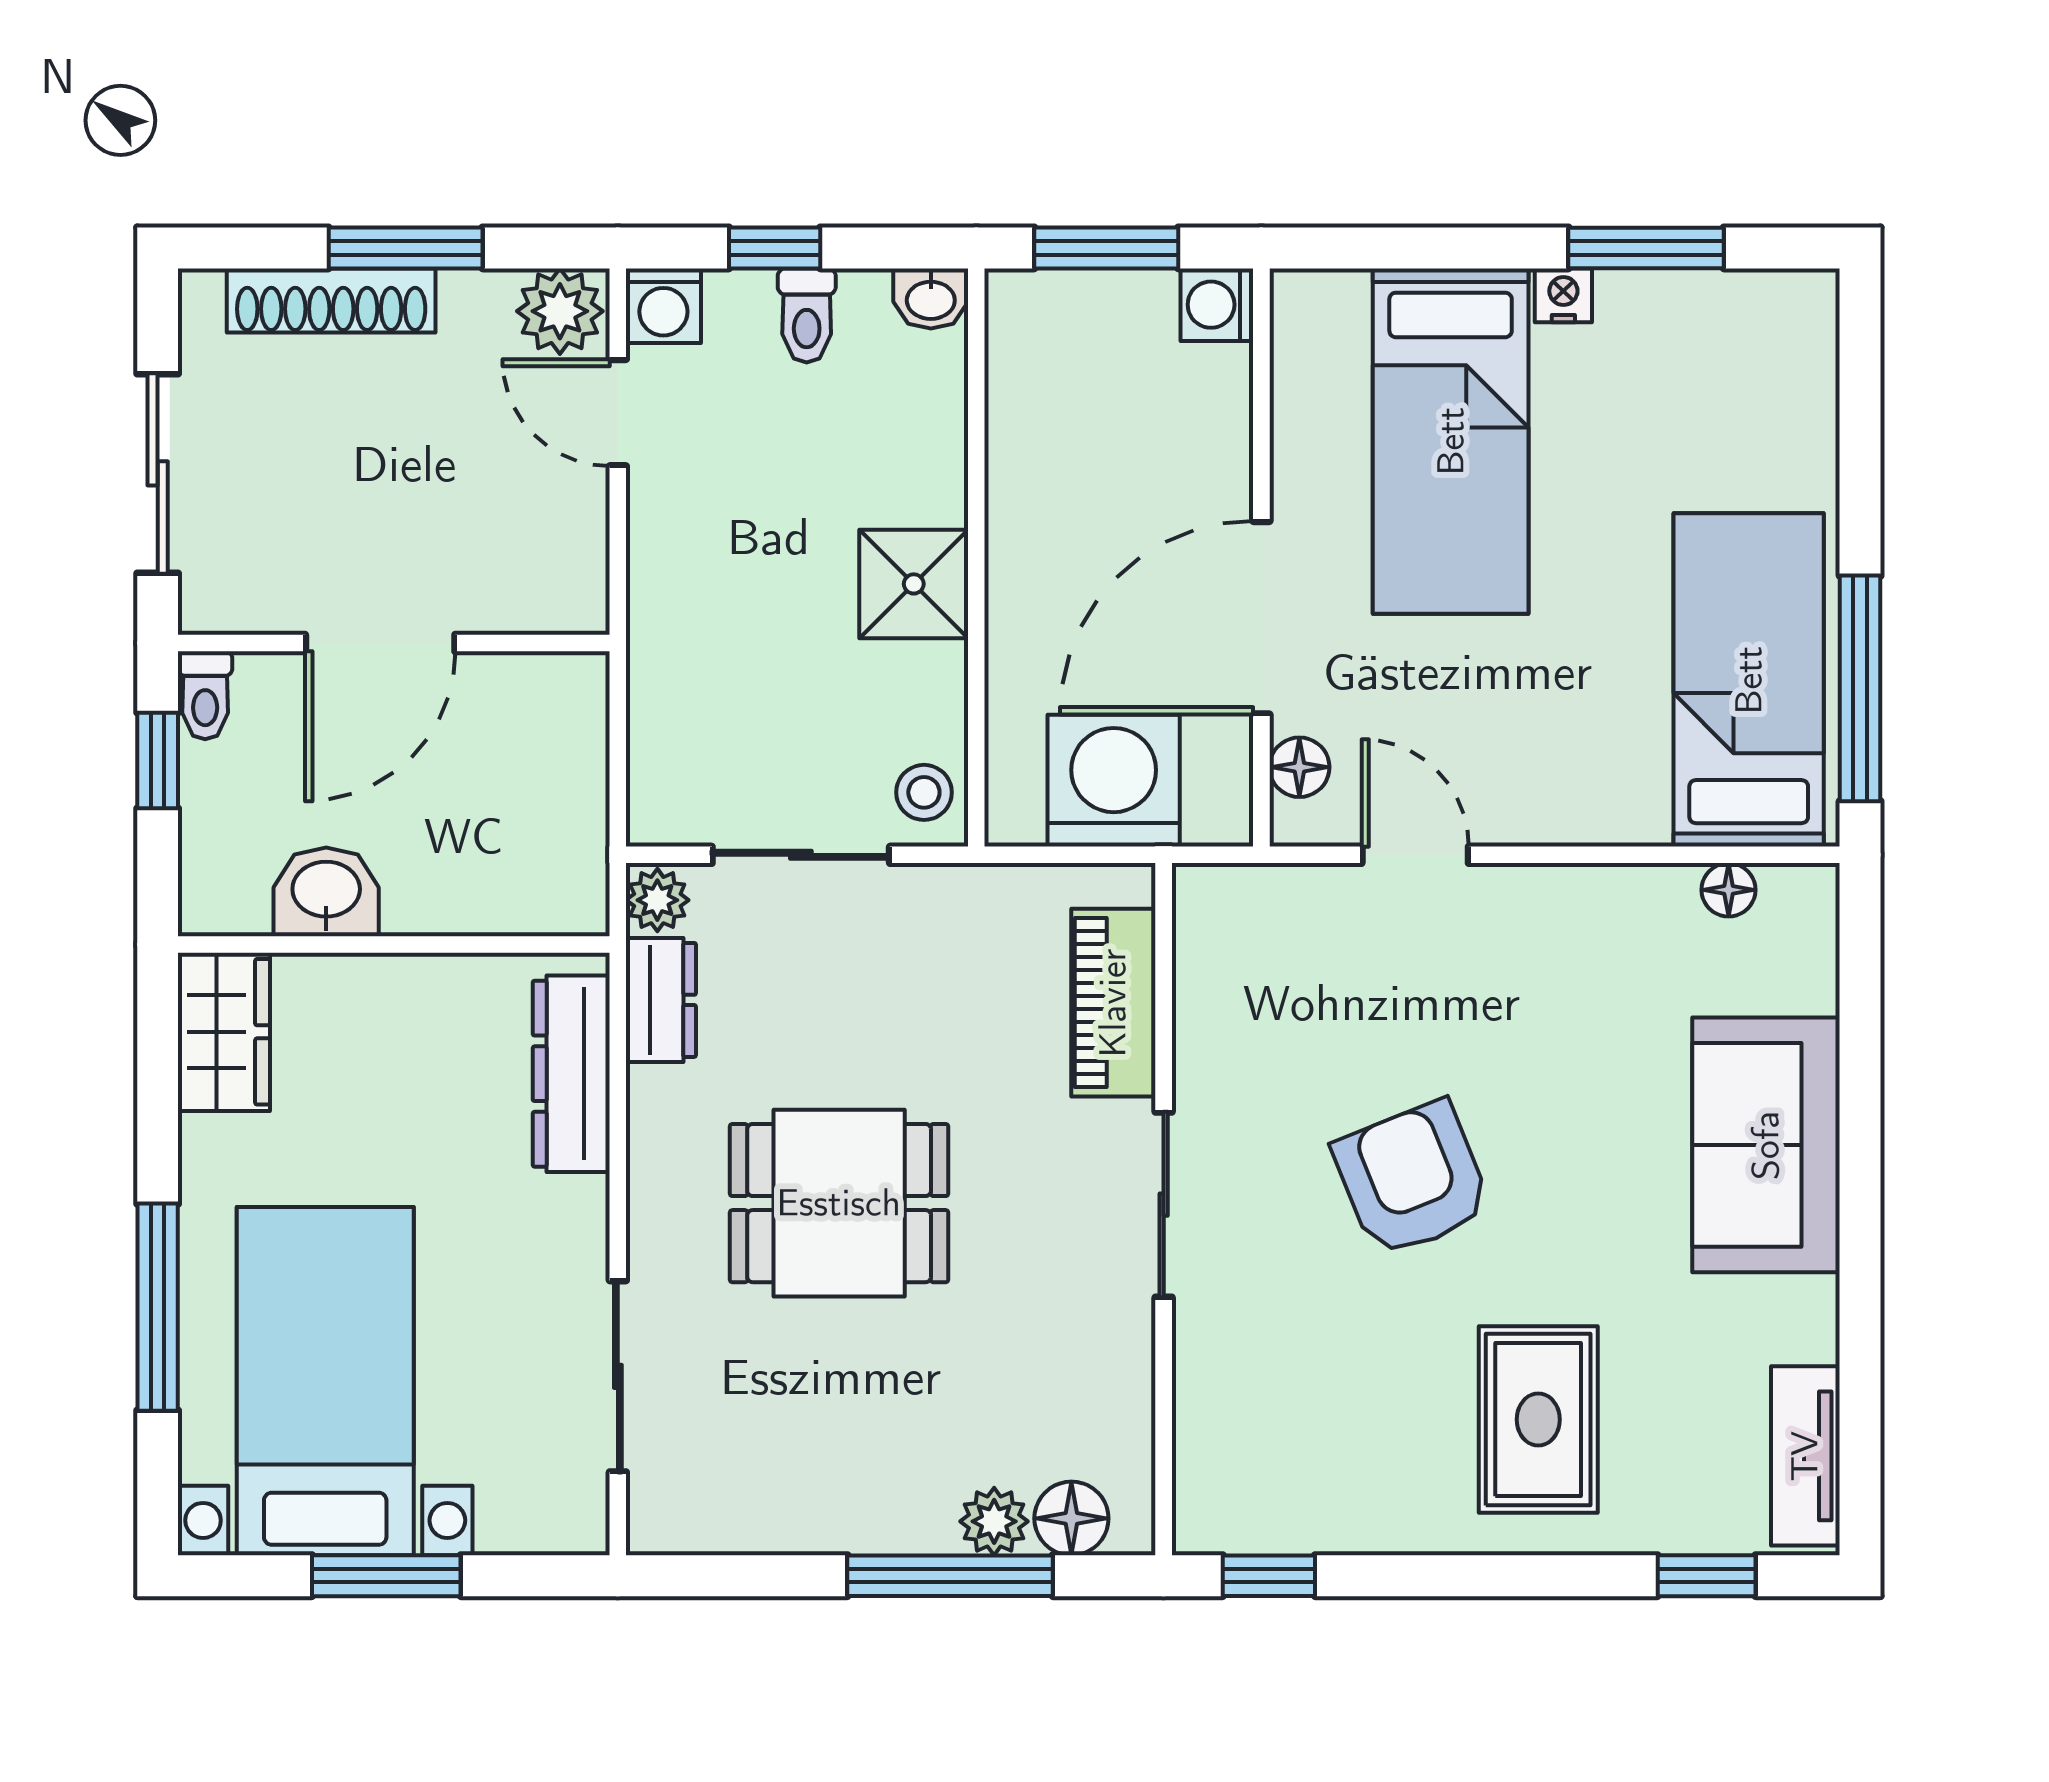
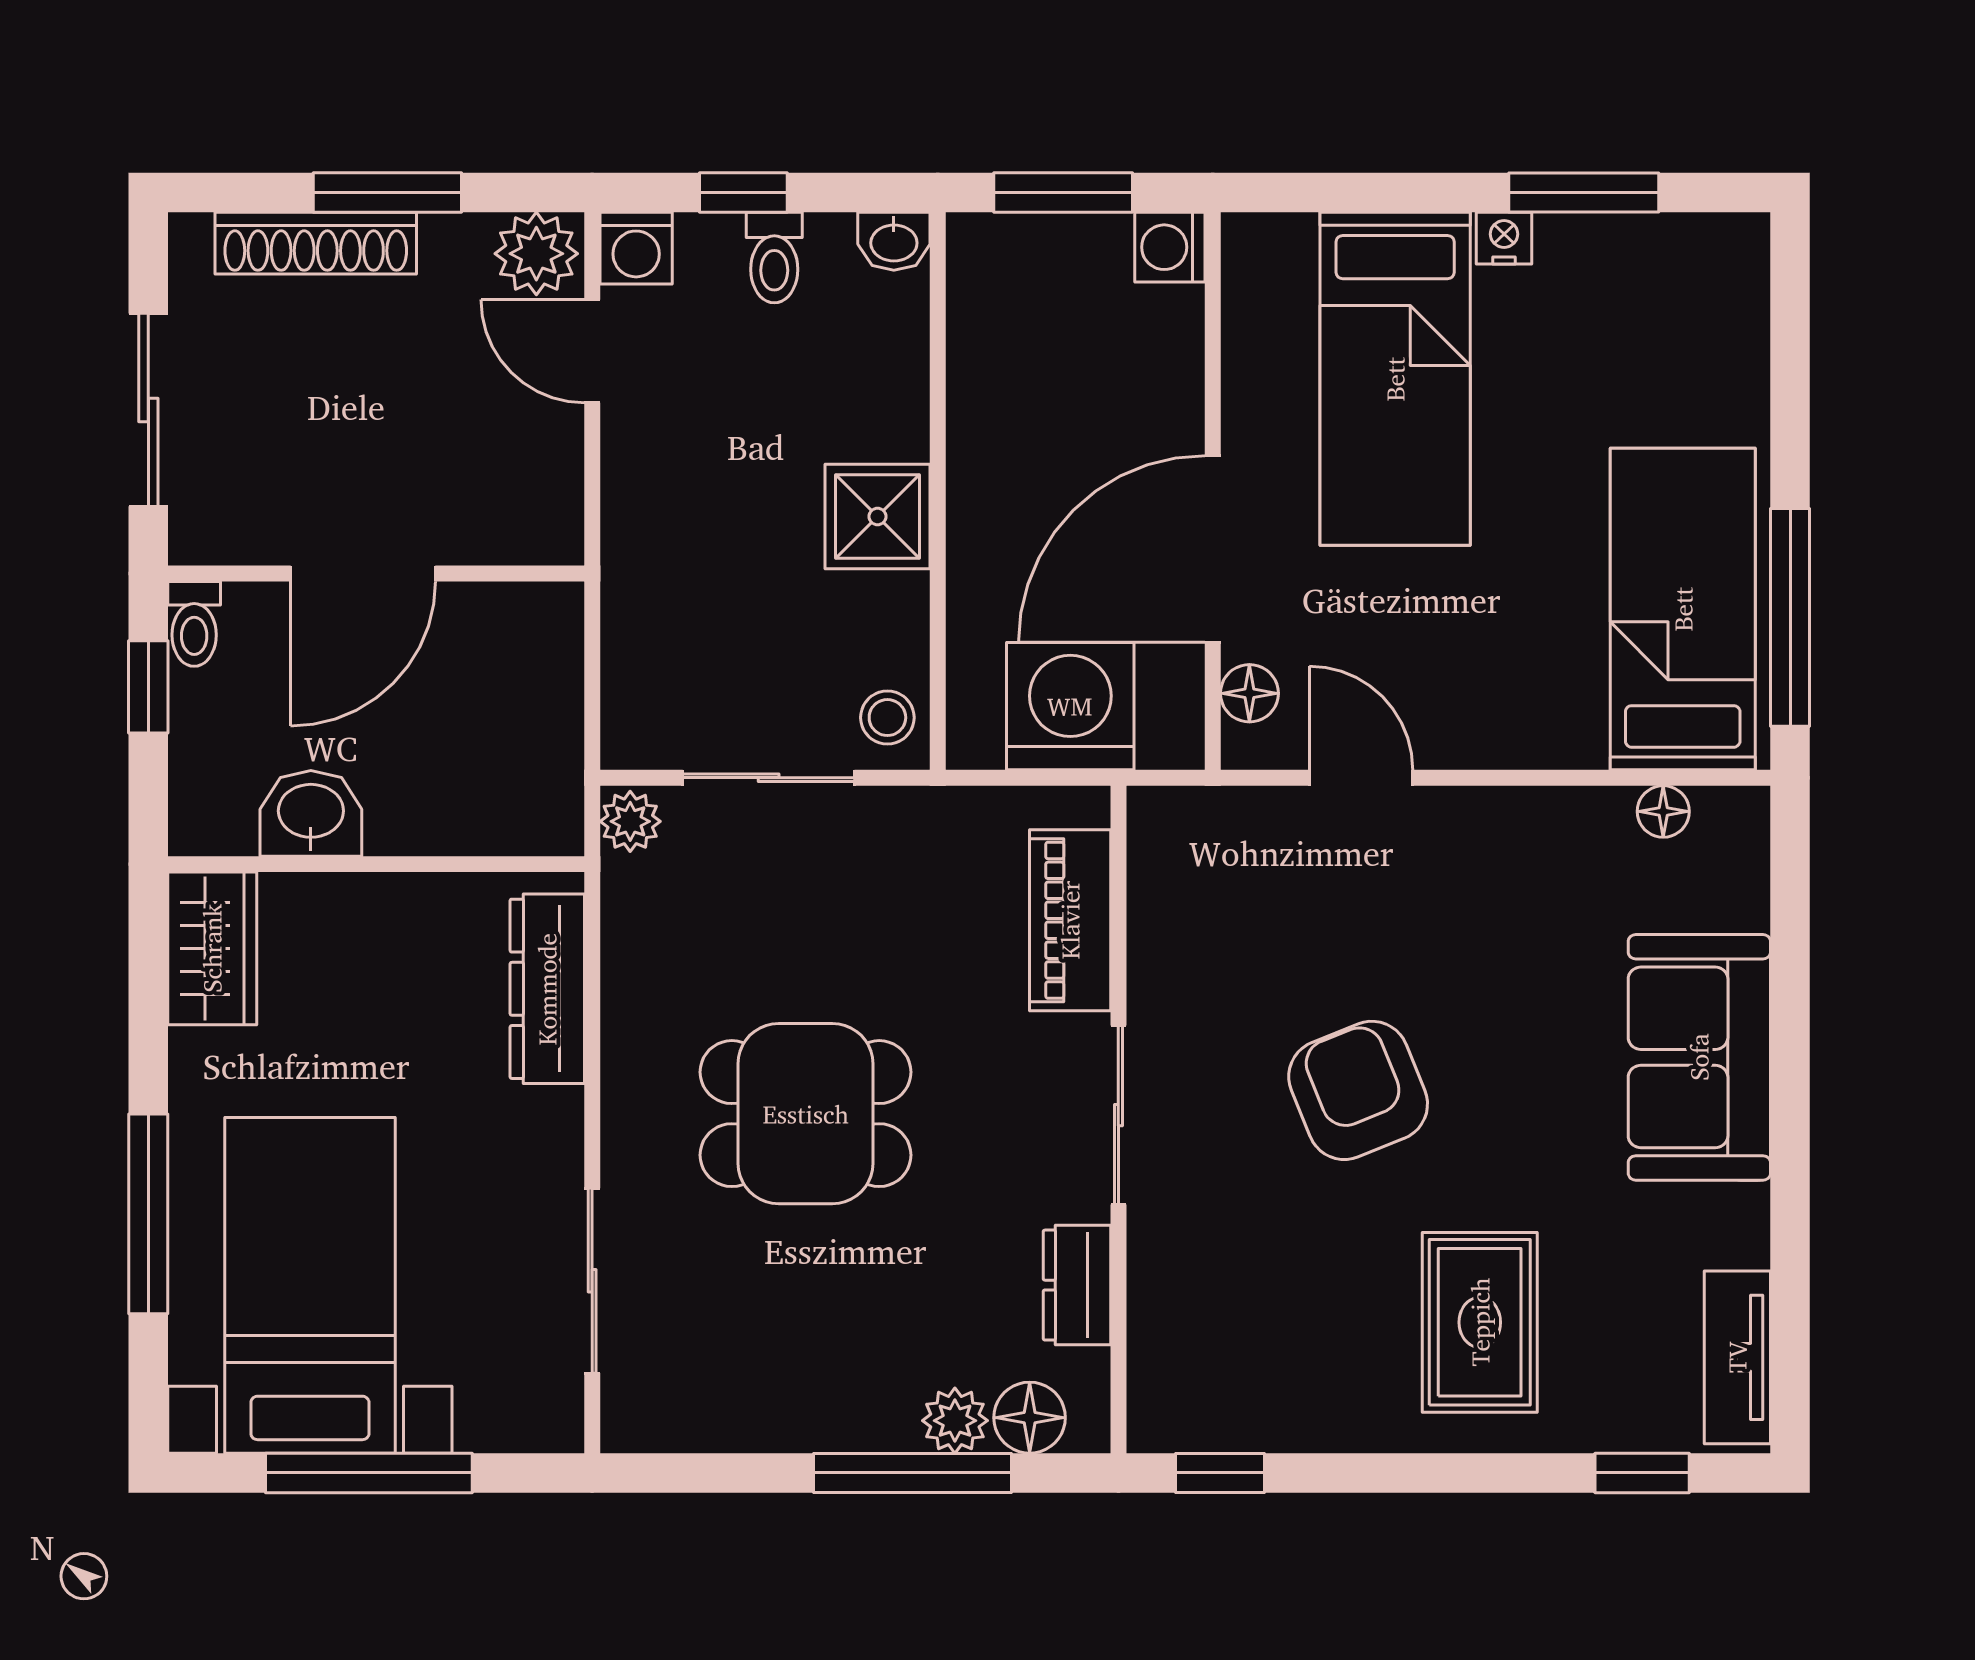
dresser: (661, 1000) -> (1077, 1285), moved, turned 180
window: (386, 1576) -> (369, 1473), width x1.44

